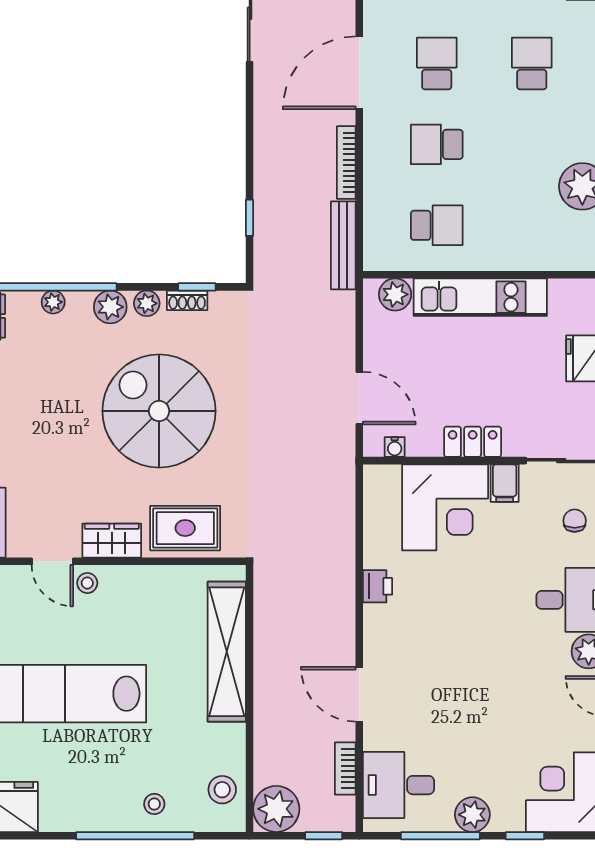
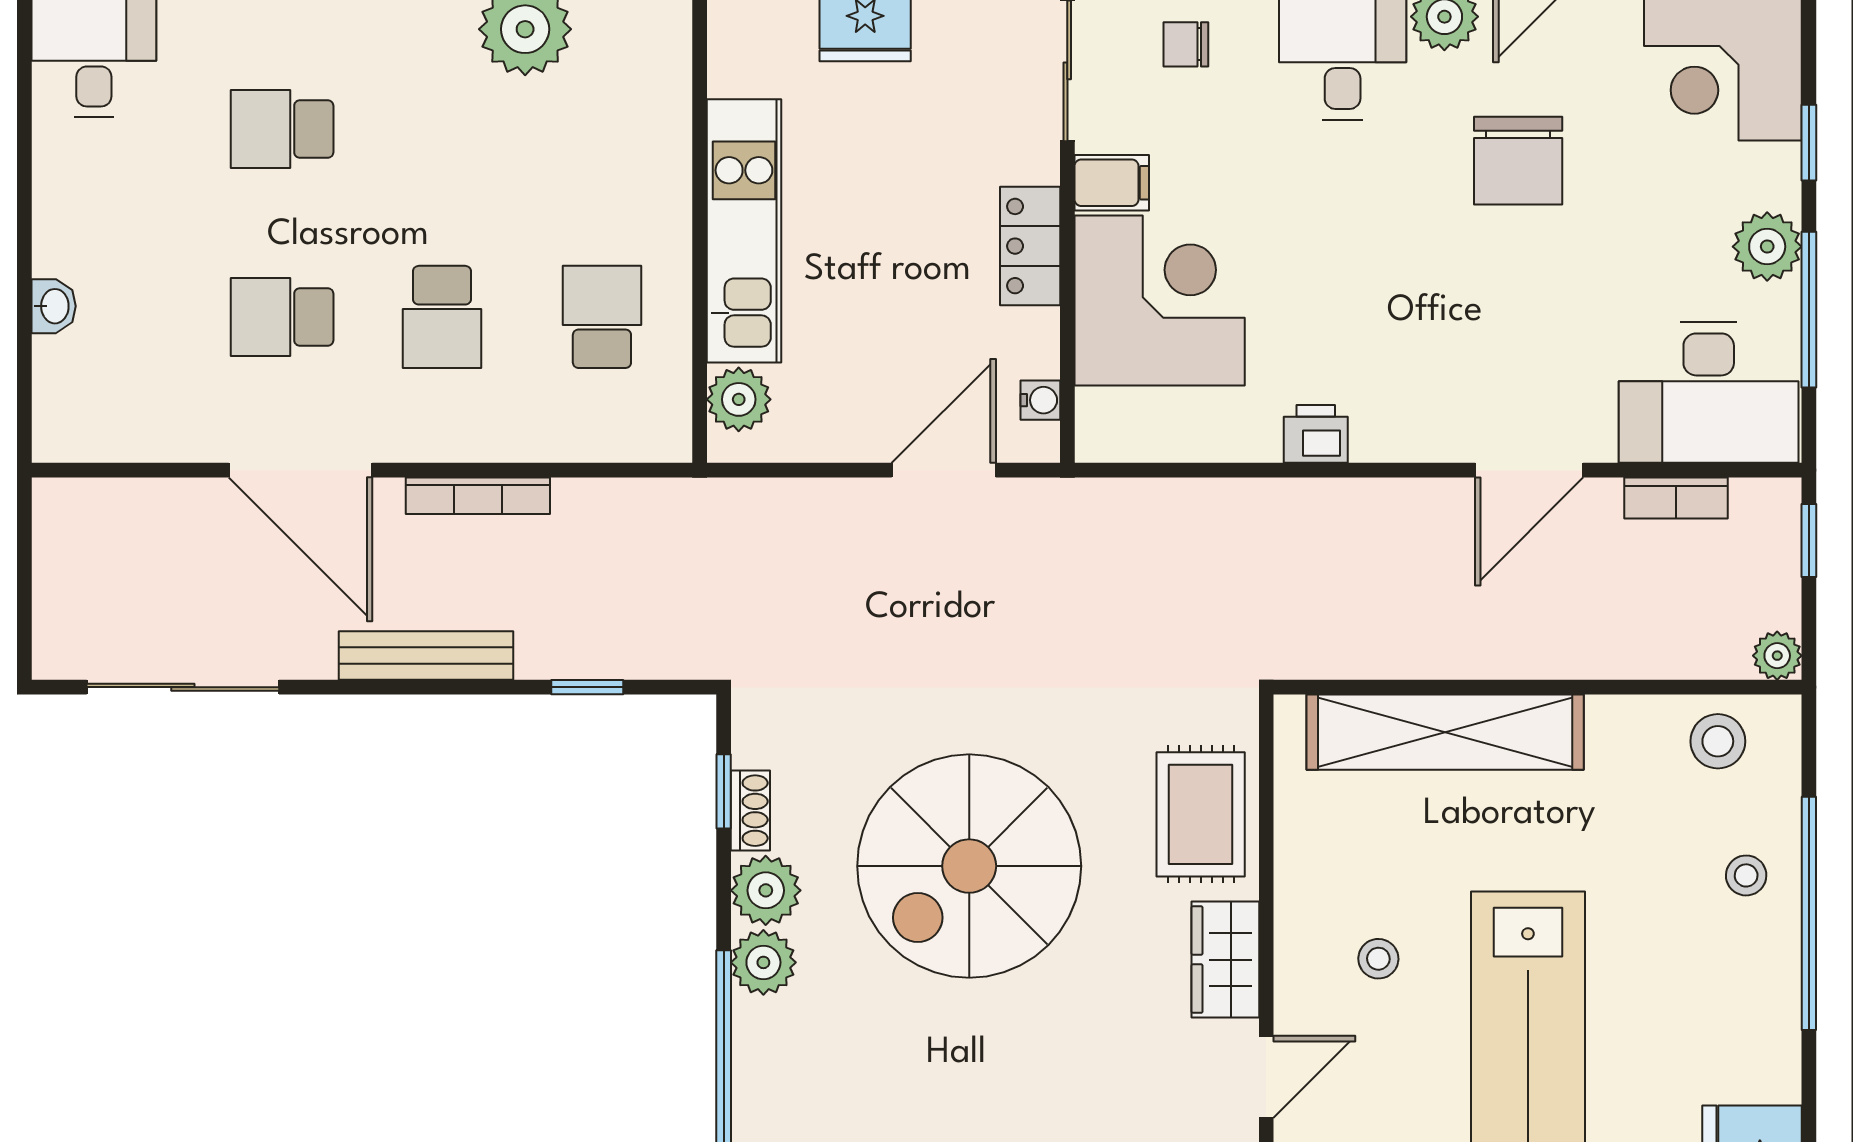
bench: (343, 245) -> (426, 656), moved
plant: (53, 302) -> (754, 1075), removed
plant: (147, 303) -> (766, 890), width x1.38, depth x1.38
stool: (87, 583) -> (1378, 959), moved
chair: (516, 689) -> (1518, 161), added
desk: (399, 785) -> (1709, 392), width x1.37
plant: (276, 809) -> (1777, 656), width x0.53, depth x0.53

